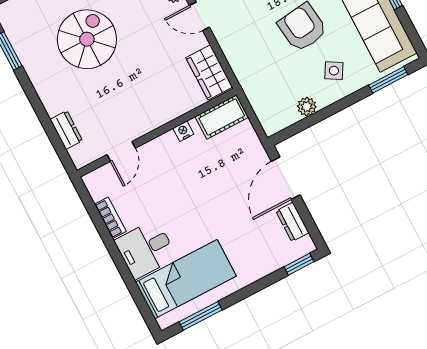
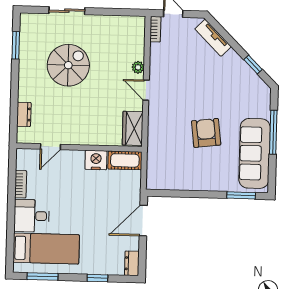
side table: (334, 71) -> (211, 171), removed
plant: (307, 107) -> (181, 184), removed
nightstand: (183, 131) -> (96, 160), width x1.89, depth x1.79
dresser: (292, 222) -> (132, 263), moved
window: (299, 264) -> (97, 278), moved

